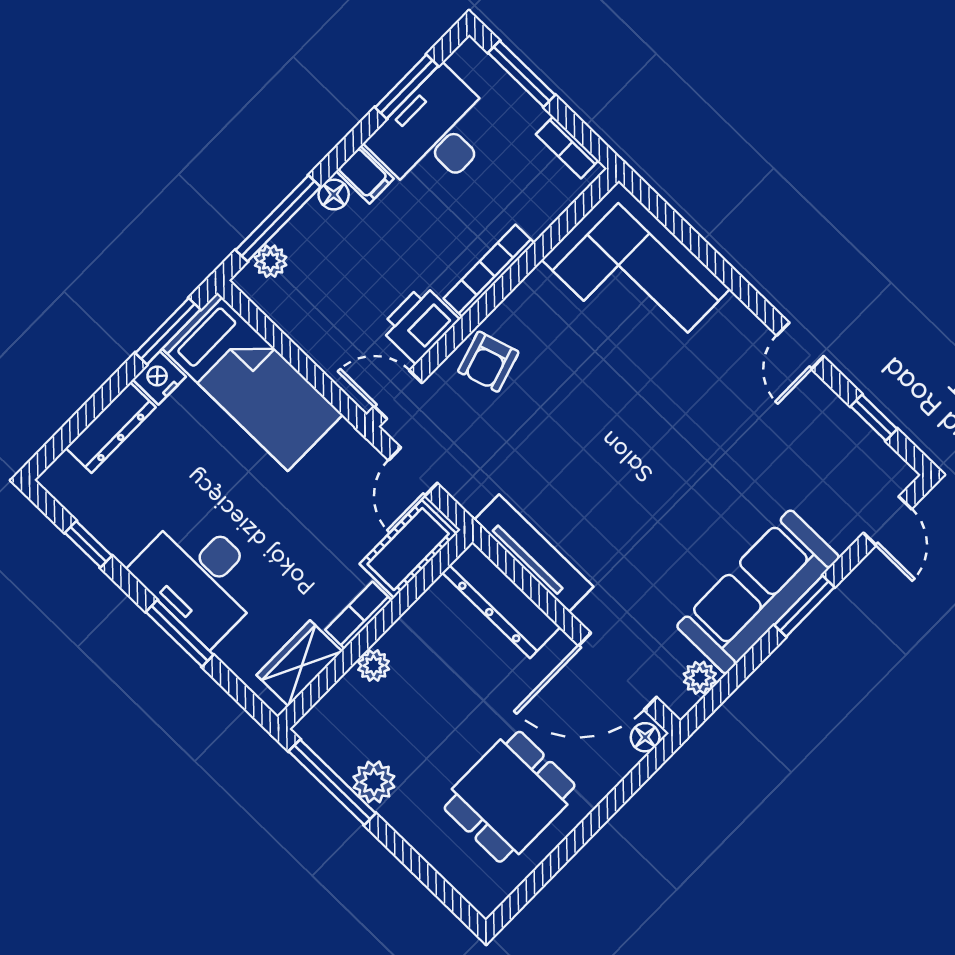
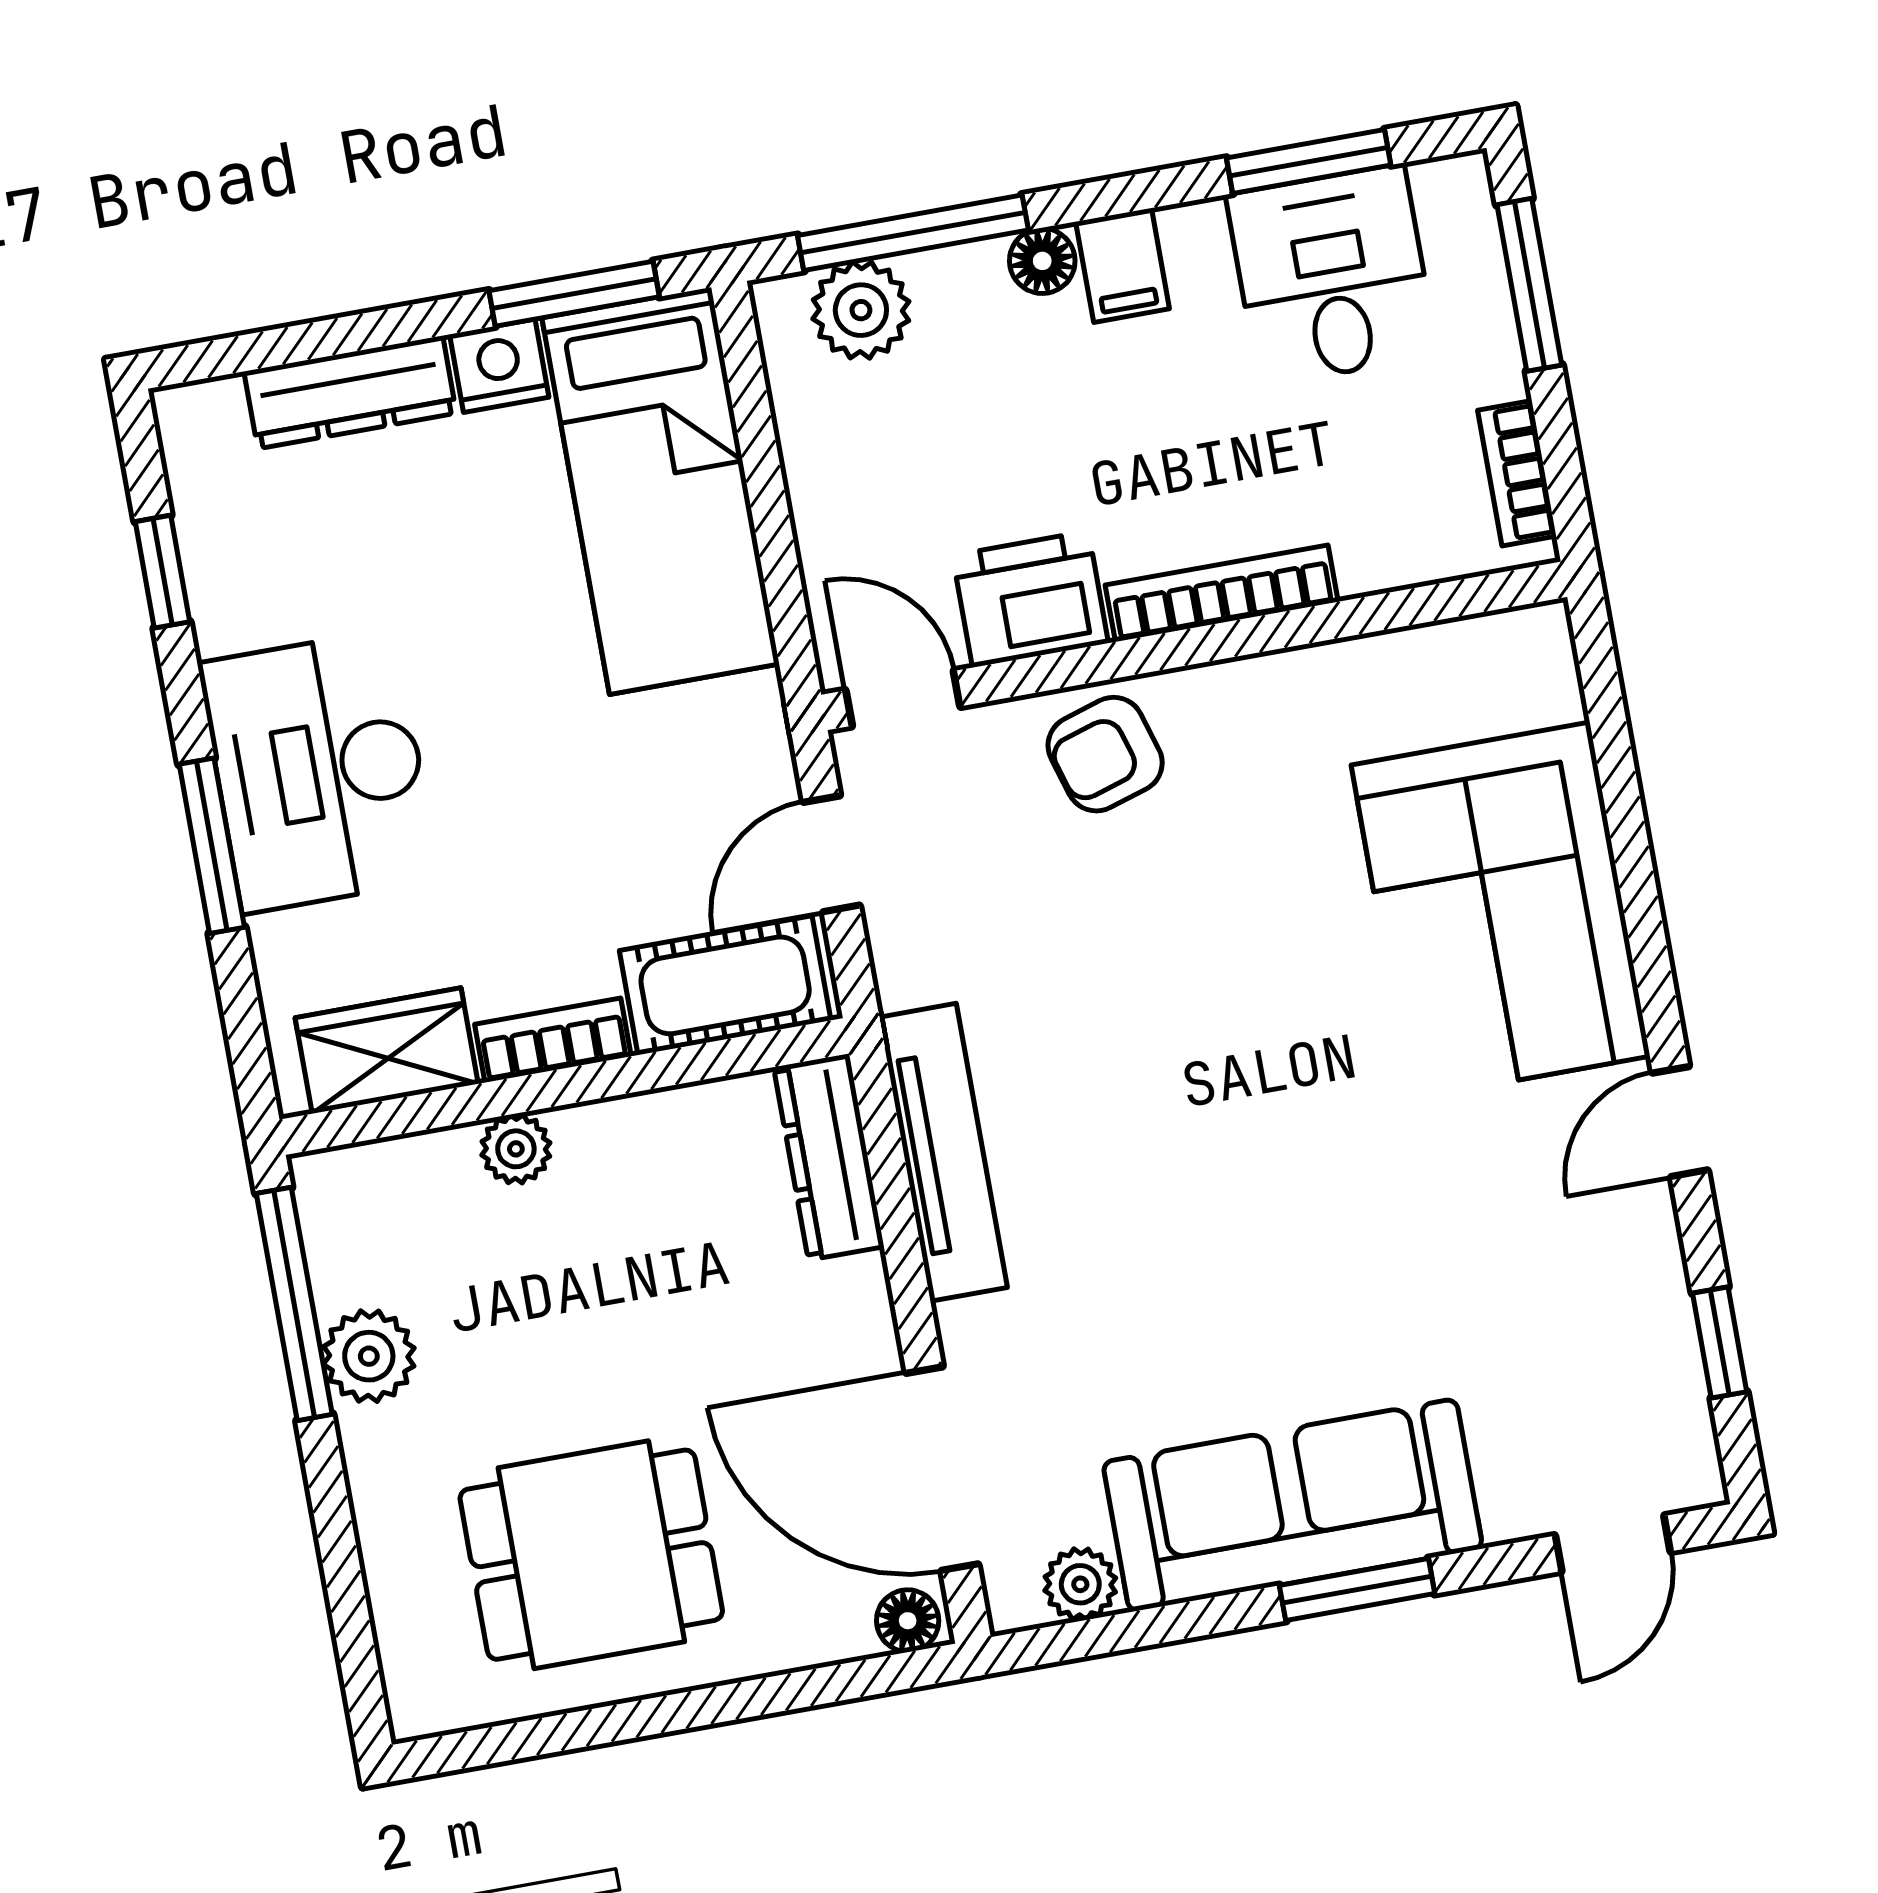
desk: (435, 134) -> (1332, 275), width x0.73
plant: (271, 261) -> (861, 310), width x1.38, depth x1.38
corner sofa: (636, 274) -> (1501, 911), moved
dresser: (501, 600) -> (829, 1157), width x0.73, depth x0.80

